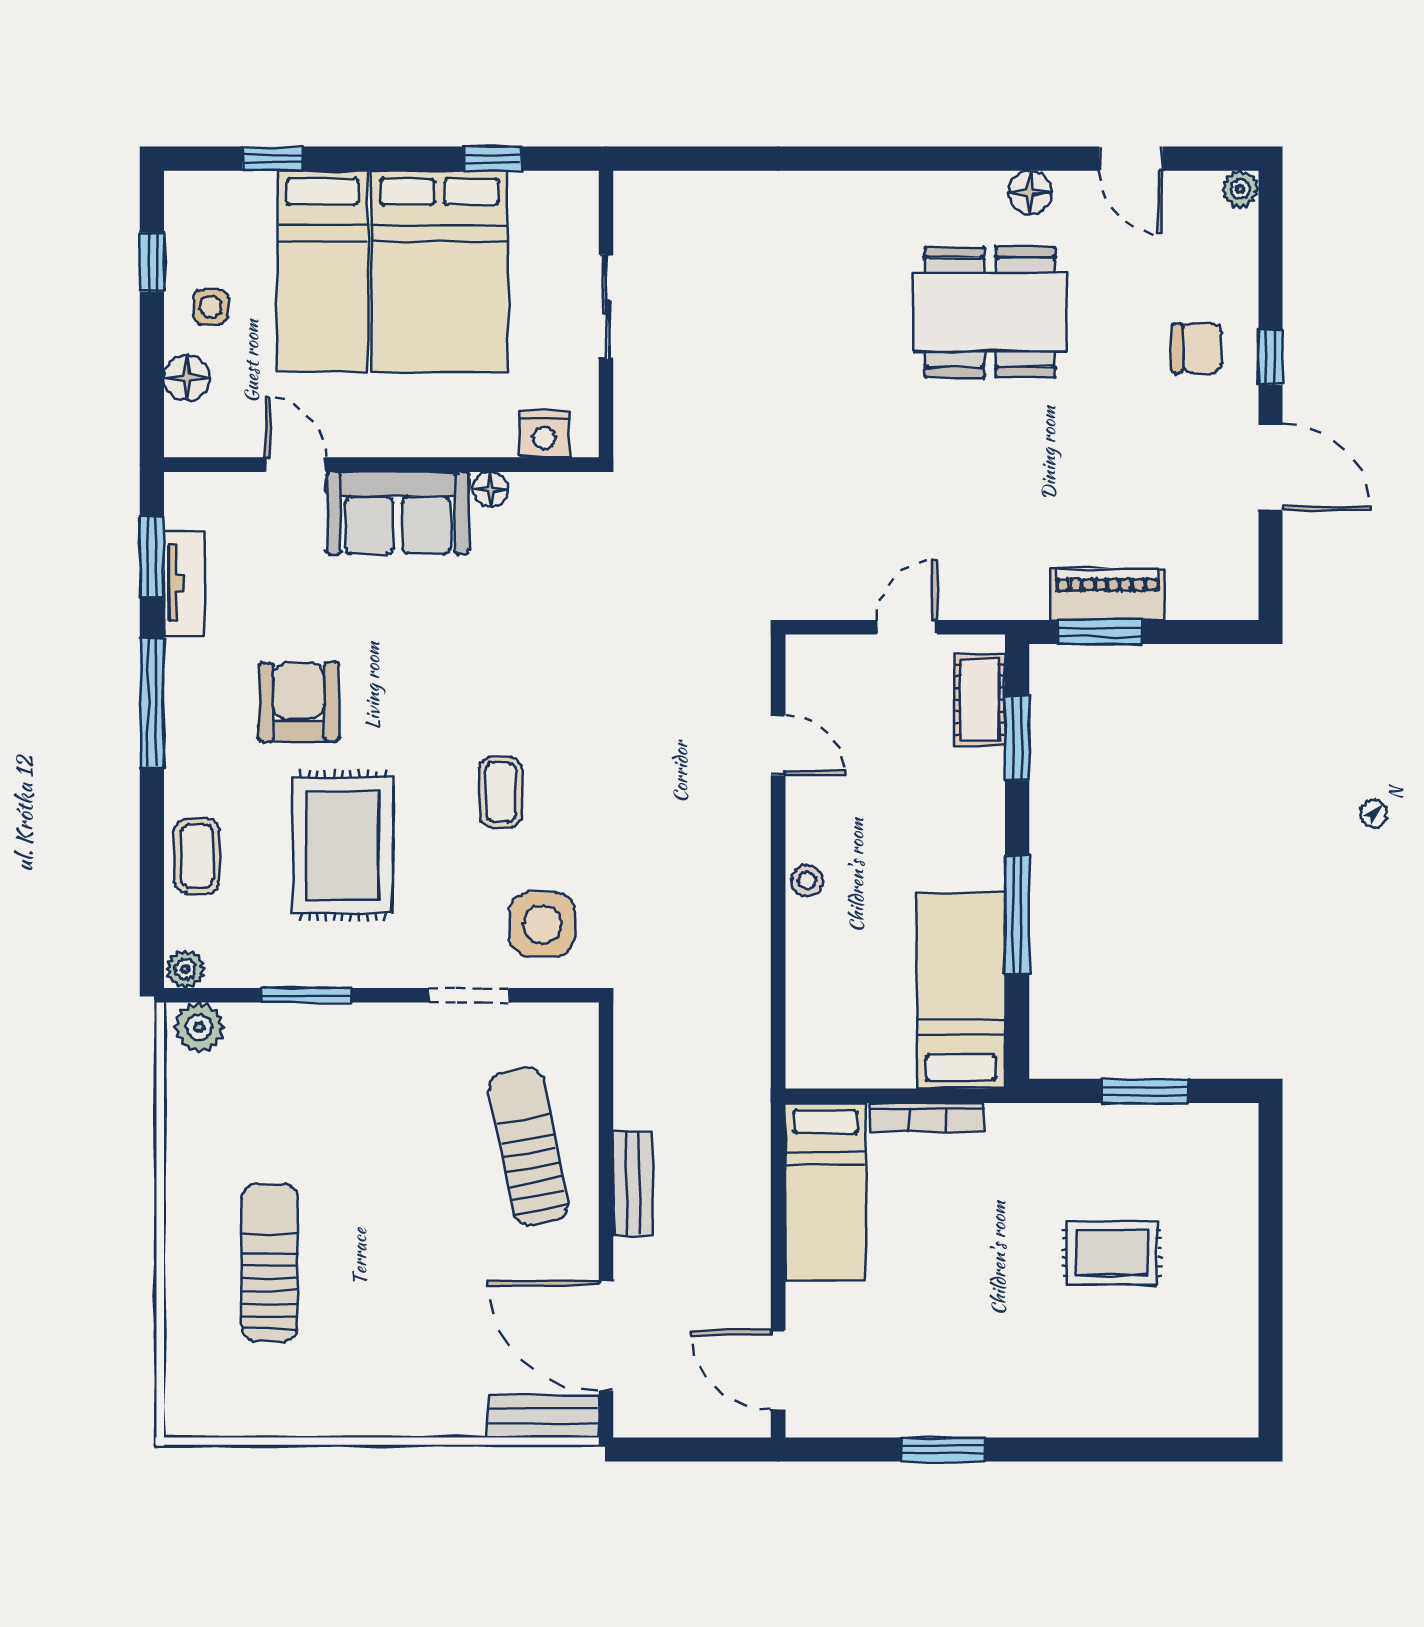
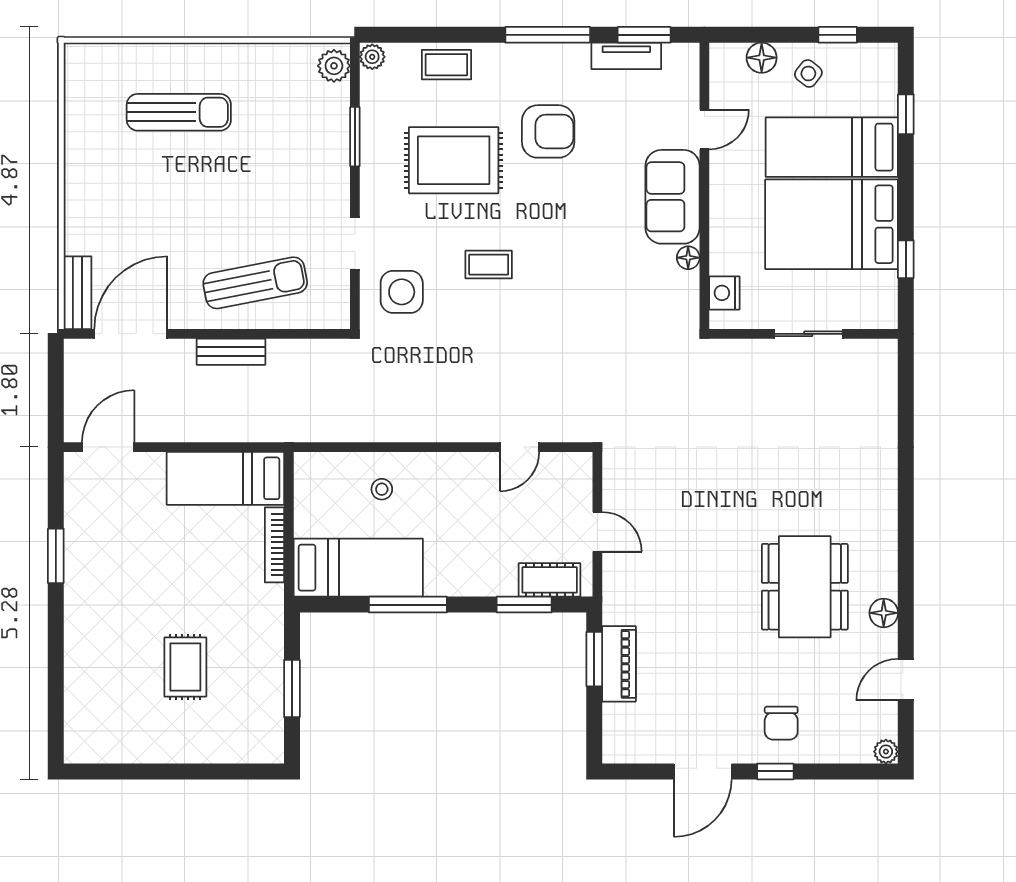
side table: (211, 307) -> (808, 73), turned 38
stool: (807, 881) -> (382, 489), moved

